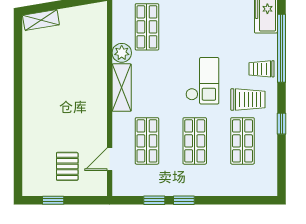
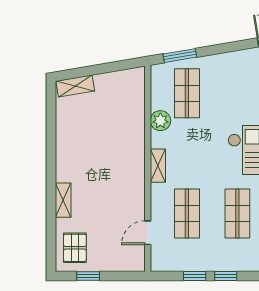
shelving: (122, 88) -> (158, 166), width x0.67, depth x0.75
shelving: (29, 128) -> (63, 200), added
pallet: (67, 166) -> (75, 248), moved

